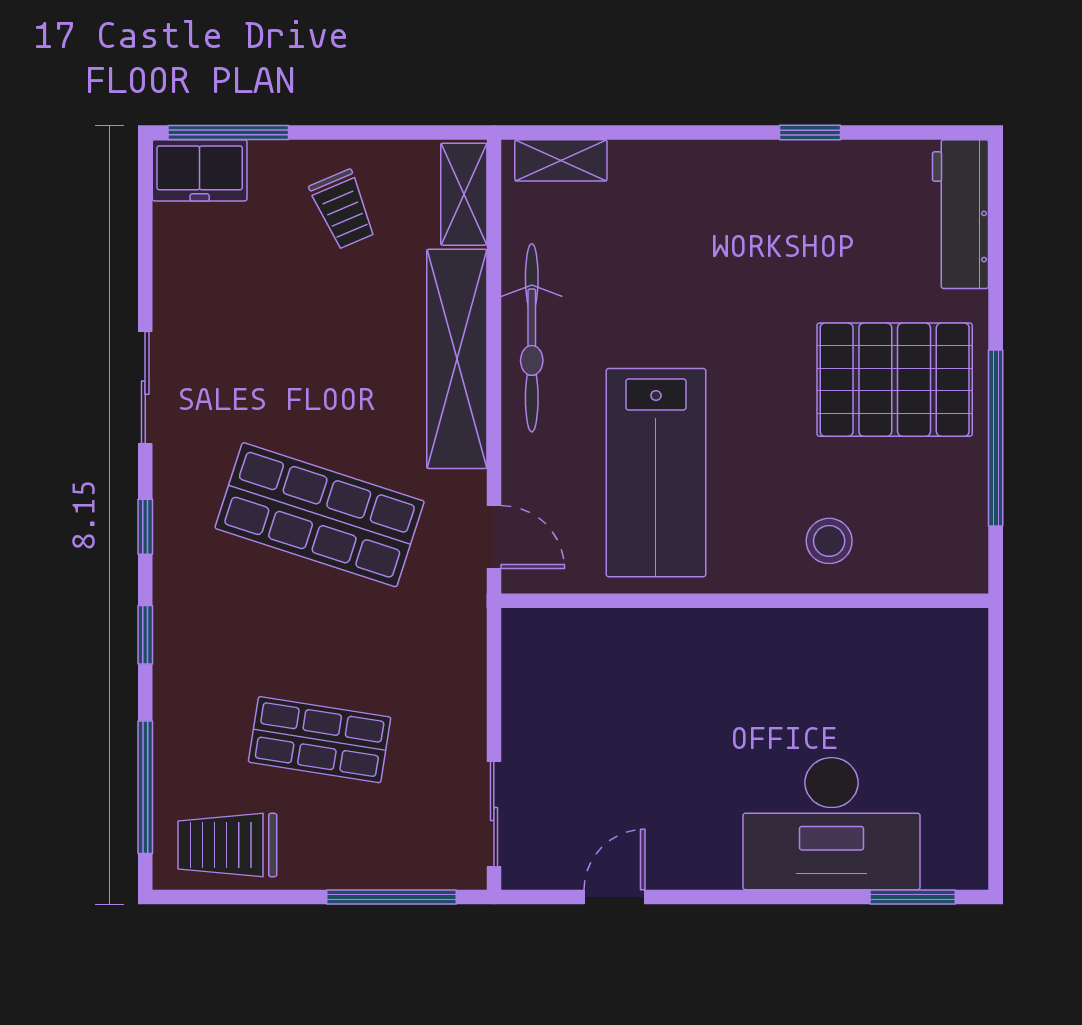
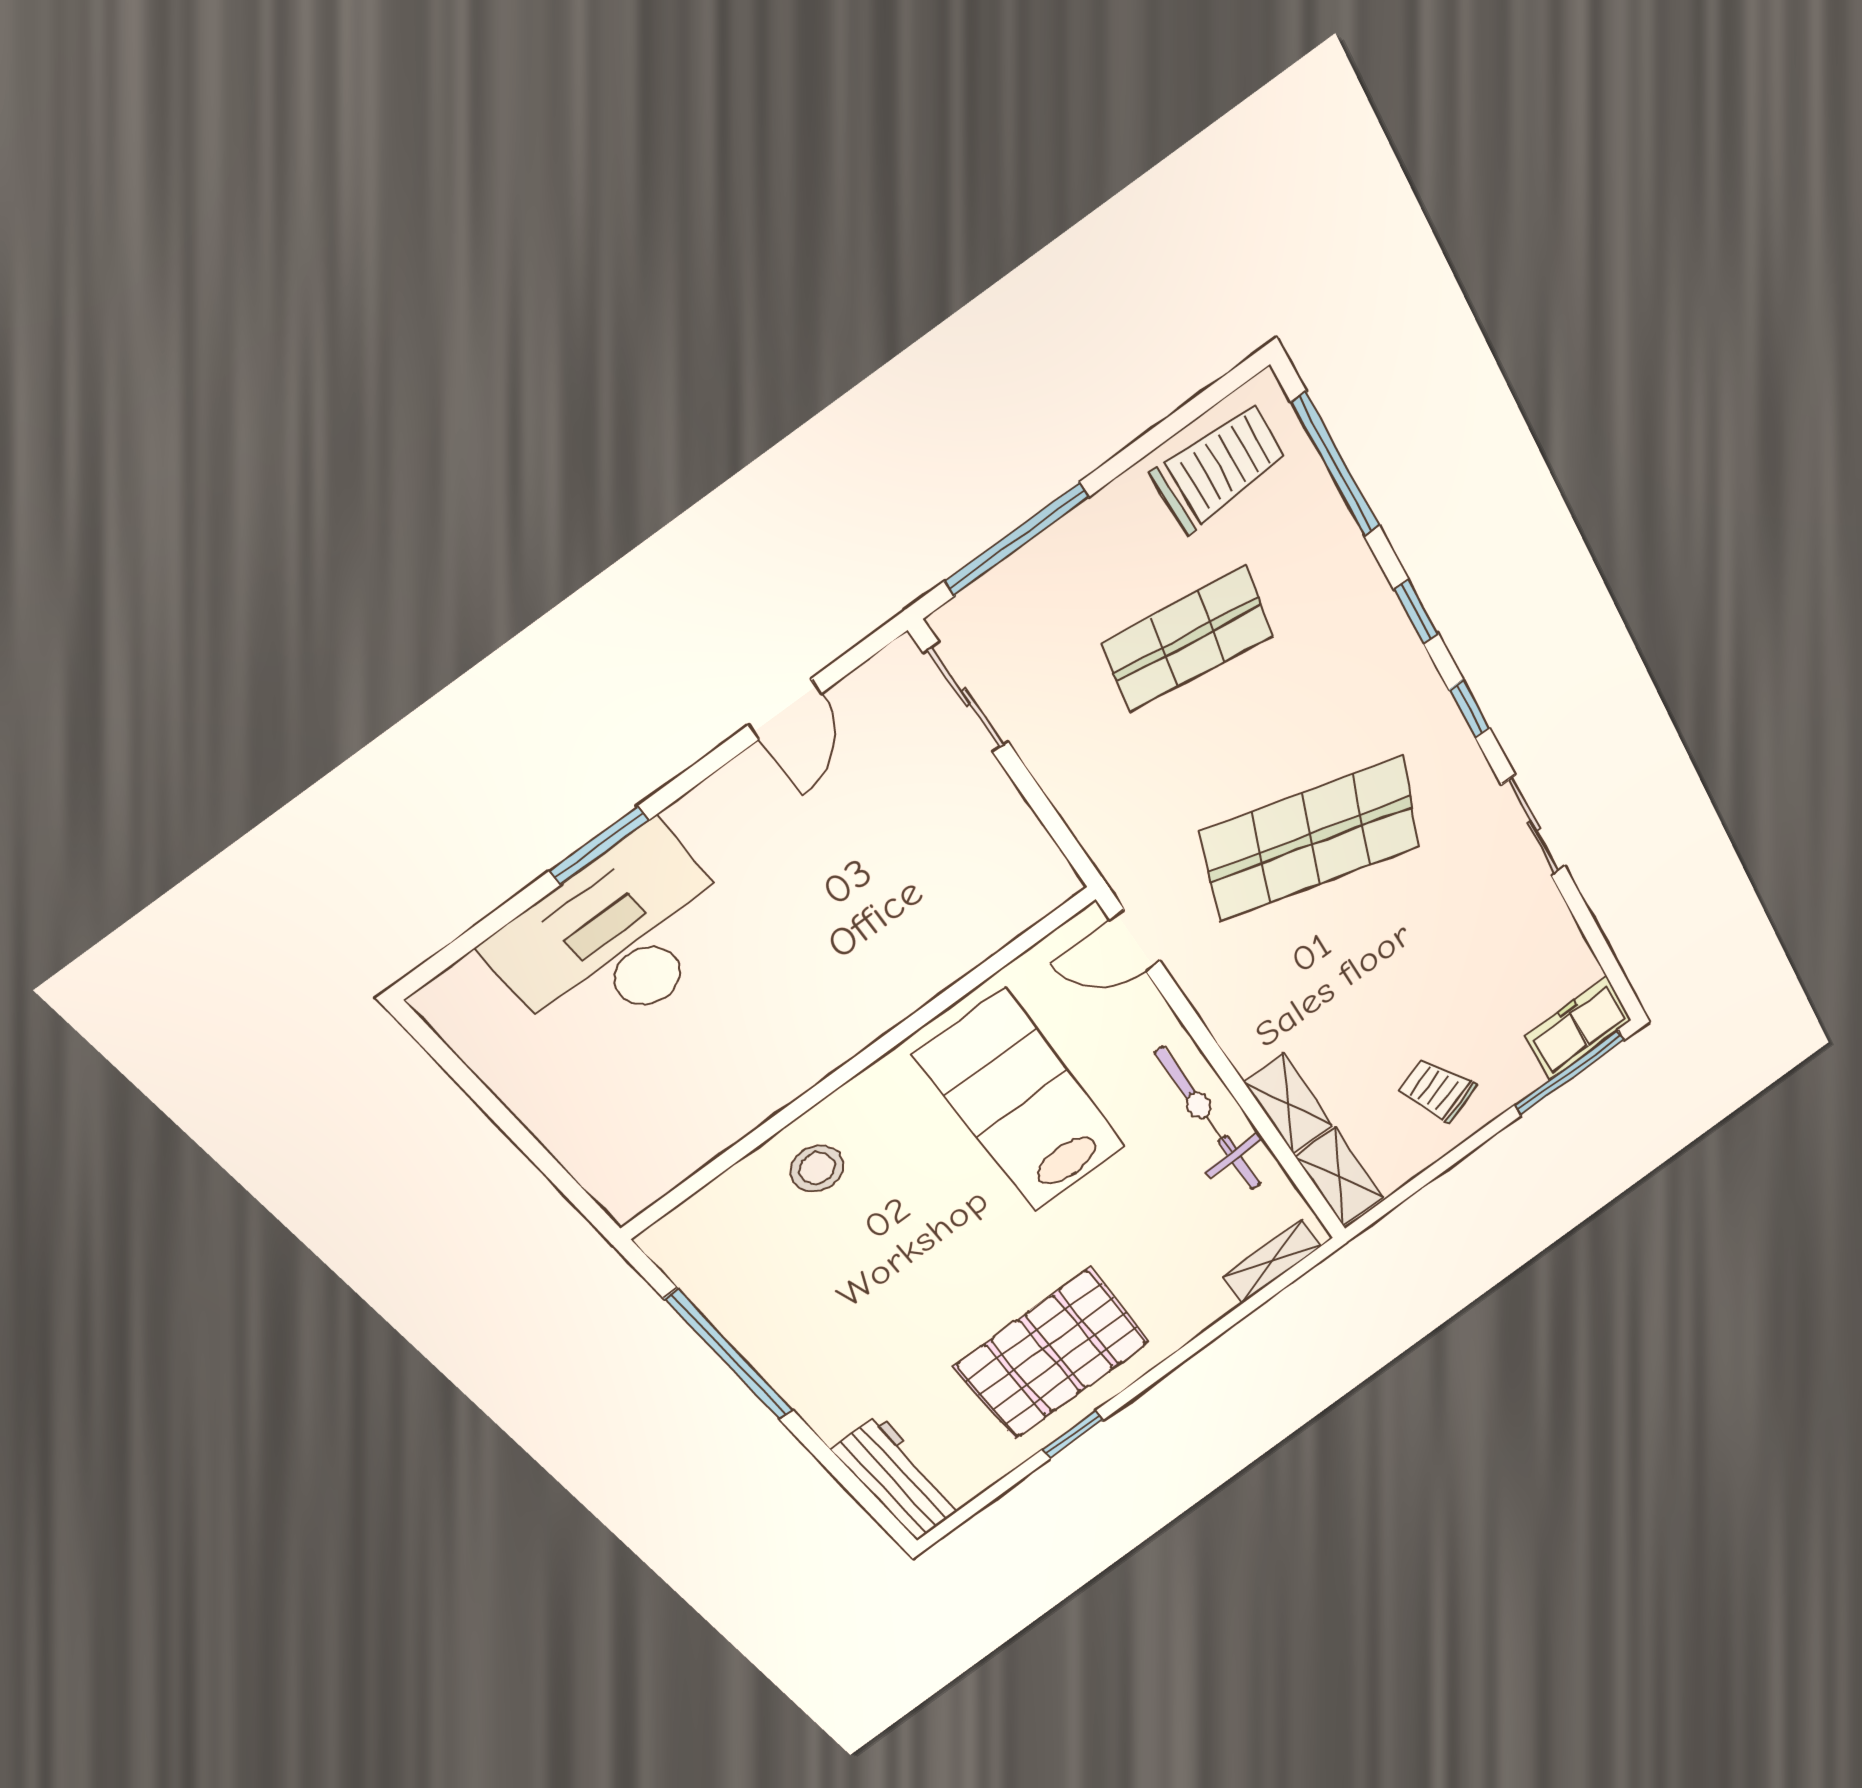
shelving: (457, 359) -> (1288, 1104), width x0.45, depth x0.75
pallet: (895, 380) -> (1052, 1354), moved
window: (913, 897) -> (599, 845), moved

